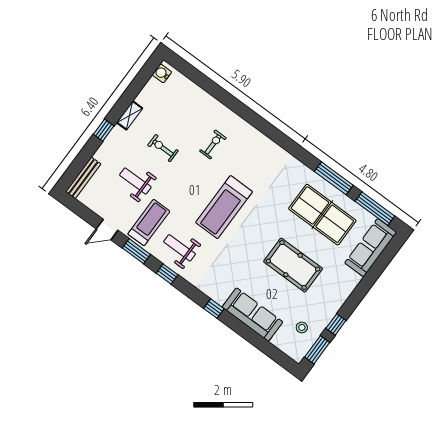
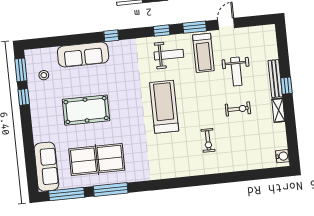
bench: (83, 178) -> (275, 79), moved
weight bench: (135, 181) -> (236, 72), turned 90

